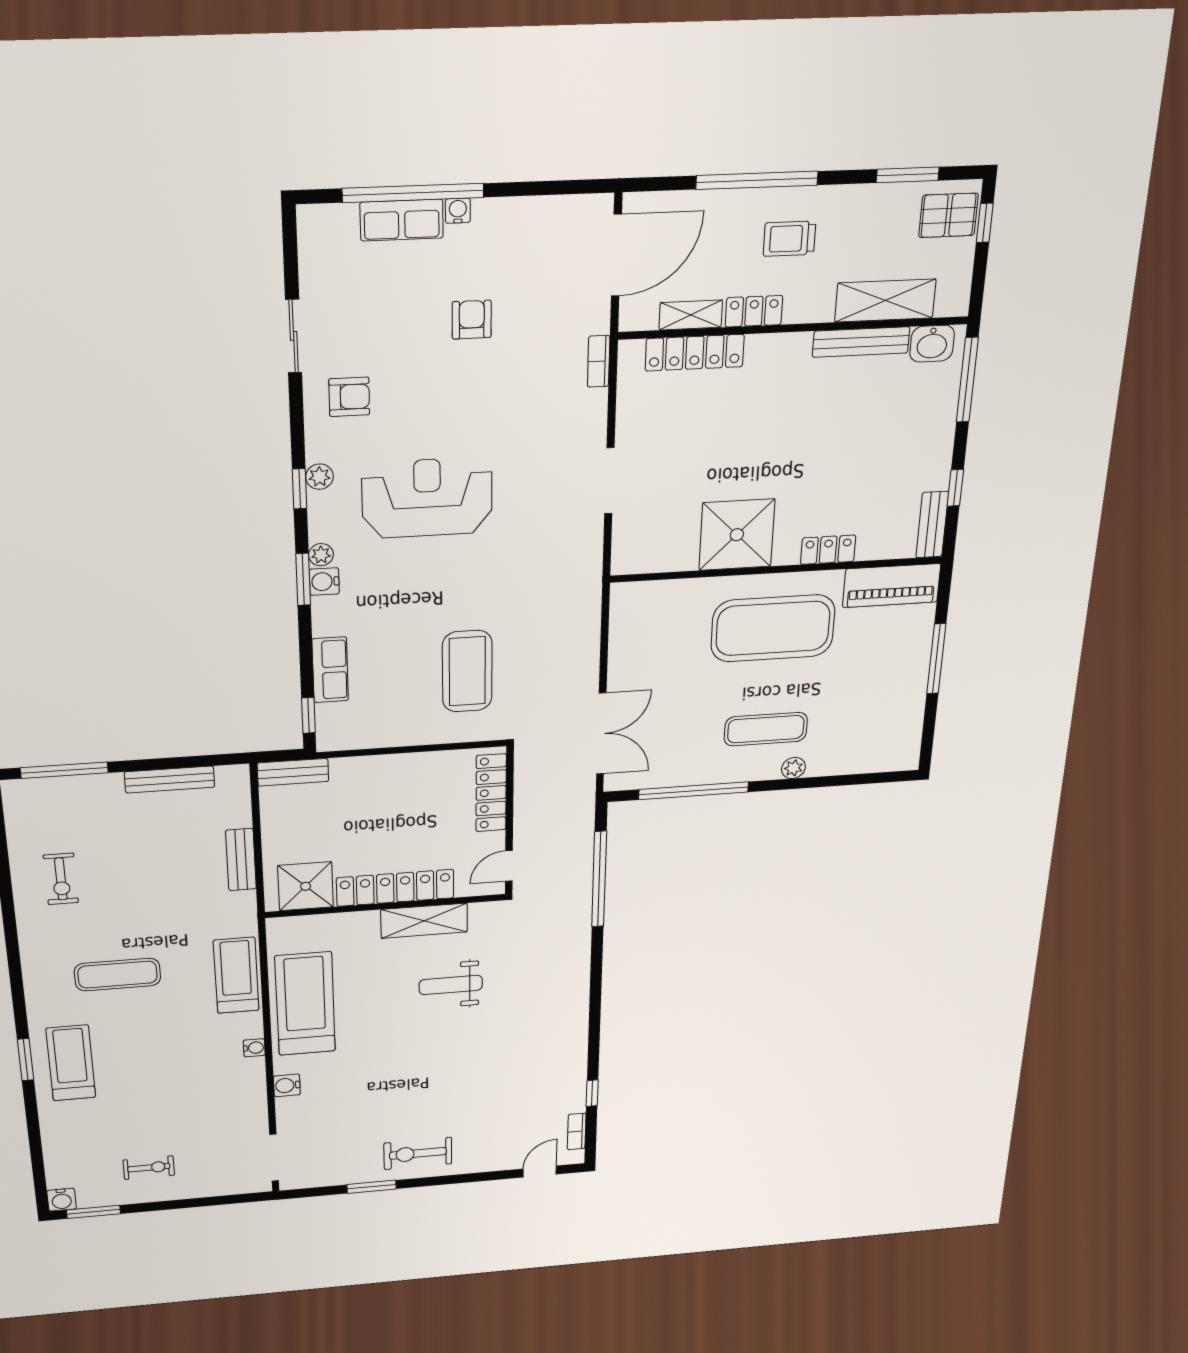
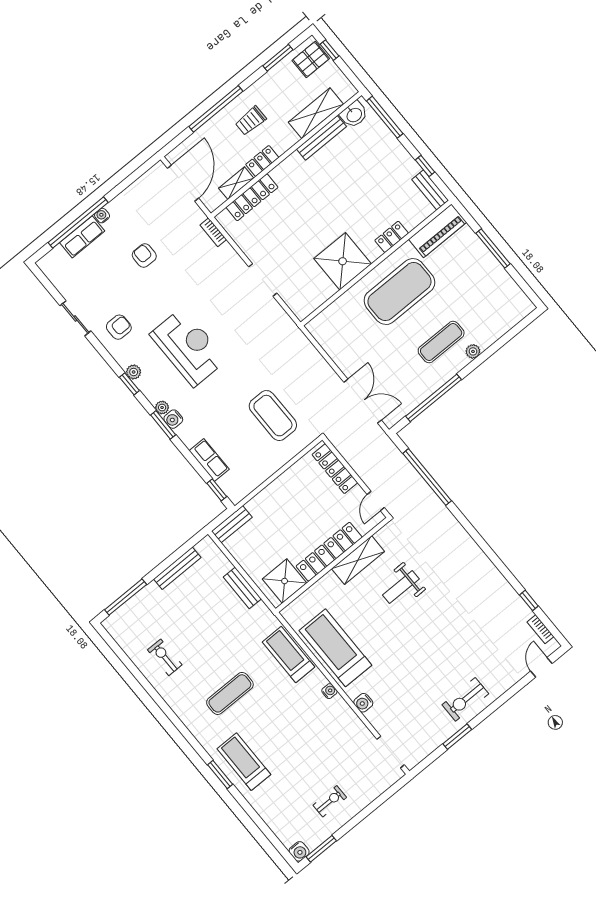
reception desk: (427, 498) -> (188, 347), turned 90
exercise bike: (61, 879) -> (165, 657), turned 180

